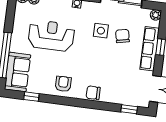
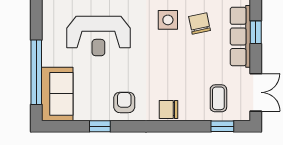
reception desk: (51, 36) -> (98, 36), turned 180
coffee table: (129, 90) -> (218, 98), added
window: (31, 97) -> (100, 126), moved

